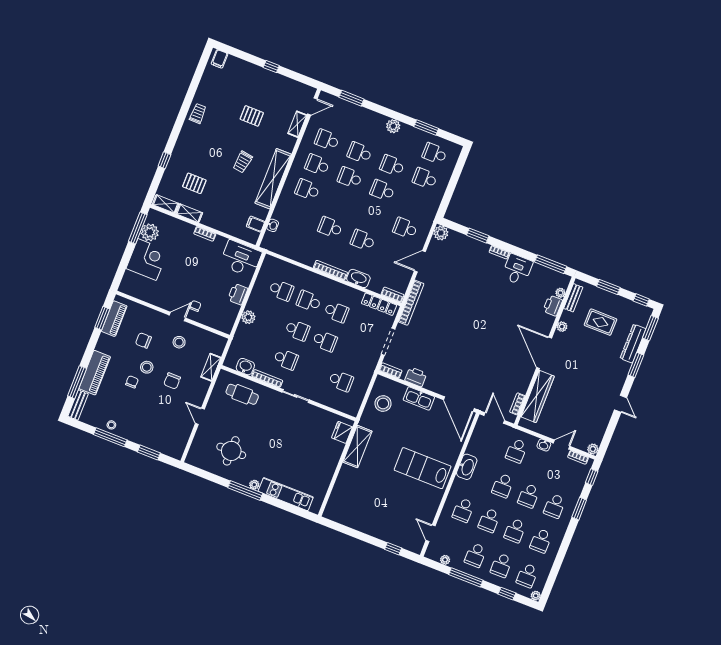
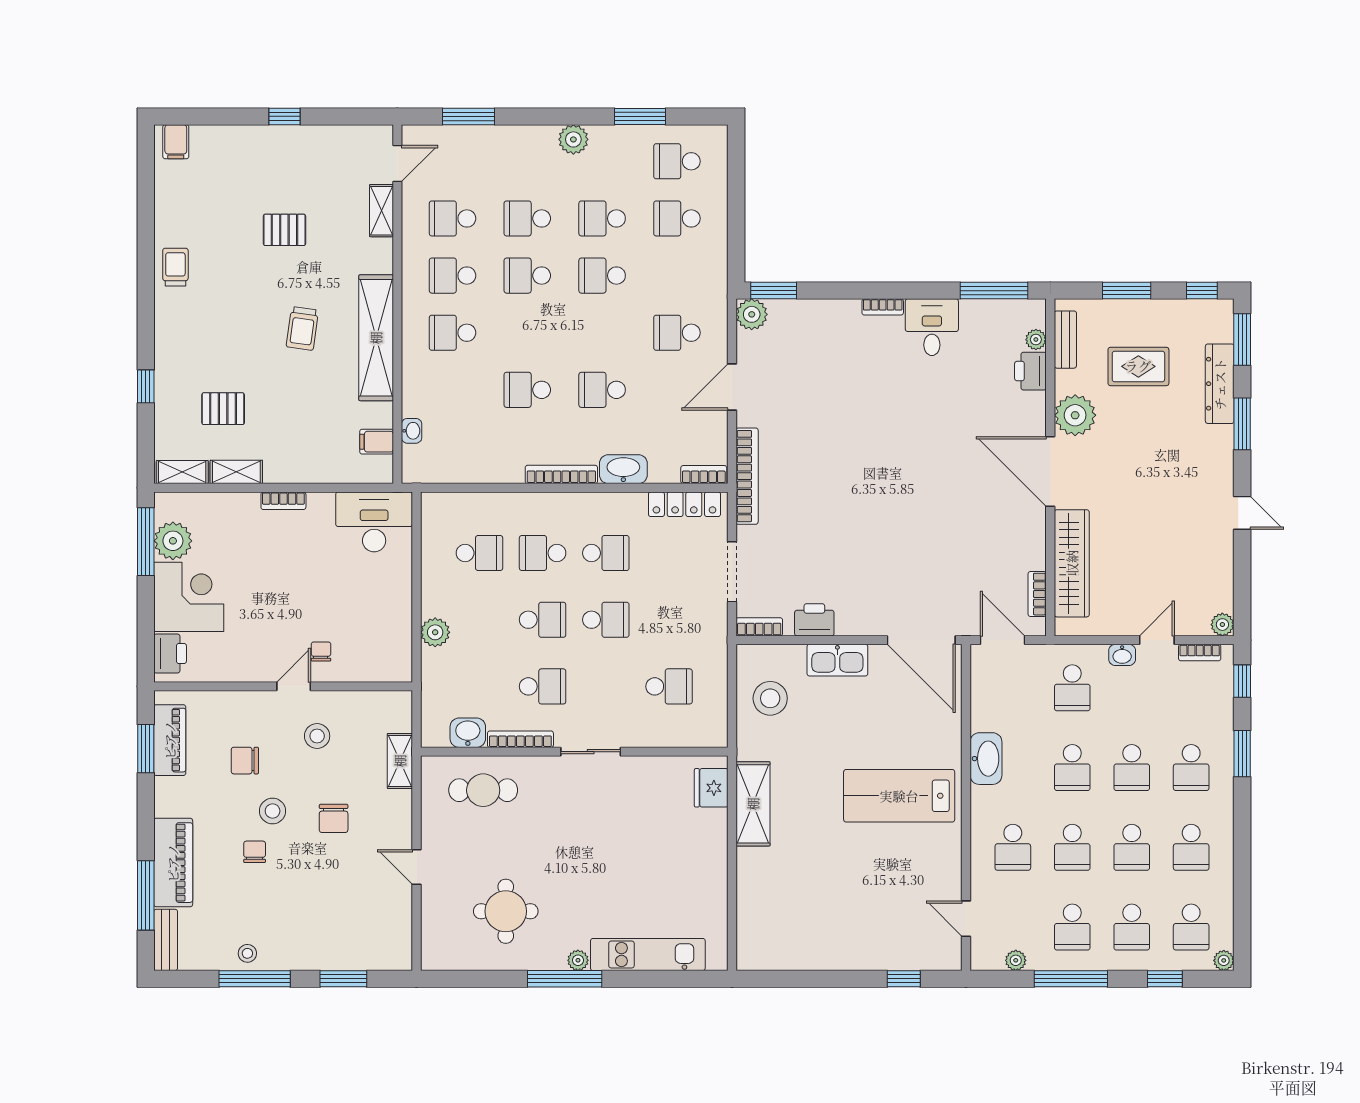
window: (478, 236) -> (774, 291), moved
printer: (238, 294) -> (170, 653), moved, turned 180
plant: (562, 327) -> (1075, 415), width x1.87, depth x1.87

